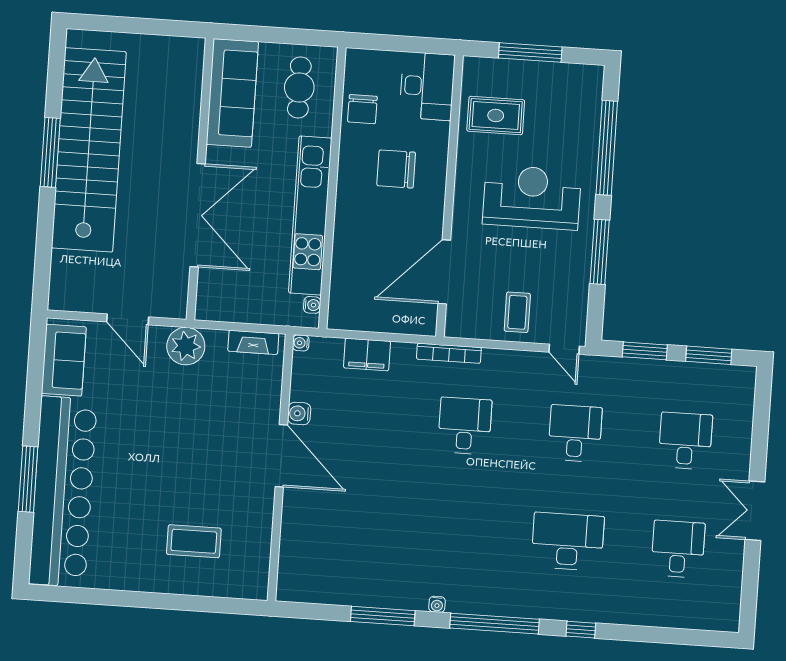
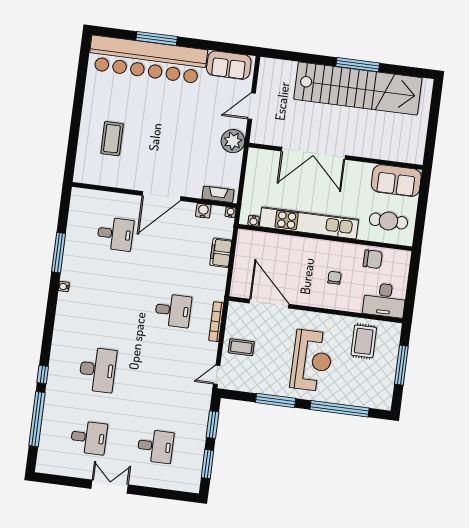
sofa: (232, 93) -> (396, 181), width x0.73
chair: (362, 109) -> (373, 259), turned 180
chair: (396, 169) -> (334, 278), width x0.54, depth x0.54
fireplace: (253, 342) -> (218, 194), moved, turned 90
bookcase: (449, 353) -> (216, 322), moved
water cooler: (299, 413) -> (203, 211), moved
desk: (575, 433) -> (115, 234), moved
window: (494, 624) -> (37, 419), moved

